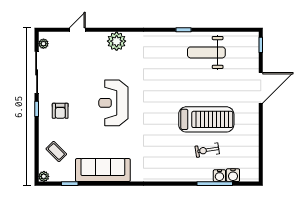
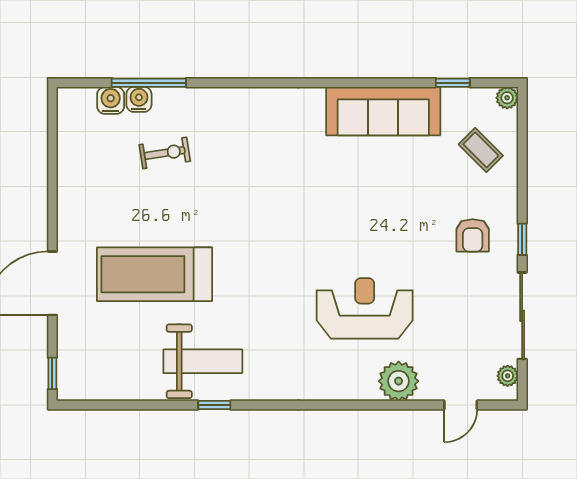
door: (77, 30) -> (461, 405), moved
plant: (117, 41) -> (399, 381), moved
weight bench: (206, 52) -> (203, 361), moved
reception desk: (113, 103) -> (365, 308), moved, turned -90
armchair: (60, 111) -> (473, 235), turned 180
treadmill: (206, 119) -> (154, 274), moved

